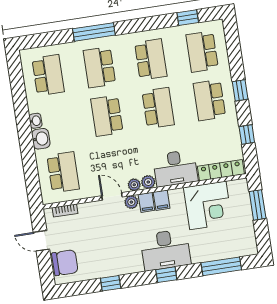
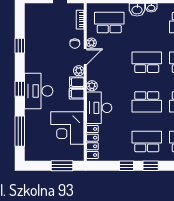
window: (247, 135) -> (127, 166), moved
school desk: (63, 172) -> (109, 23), turned 180
plant: (134, 185) -> (91, 43), moved
chair: (65, 263) -> (75, 44), moved, width x0.54, depth x0.54

